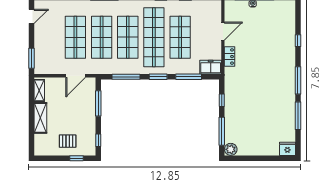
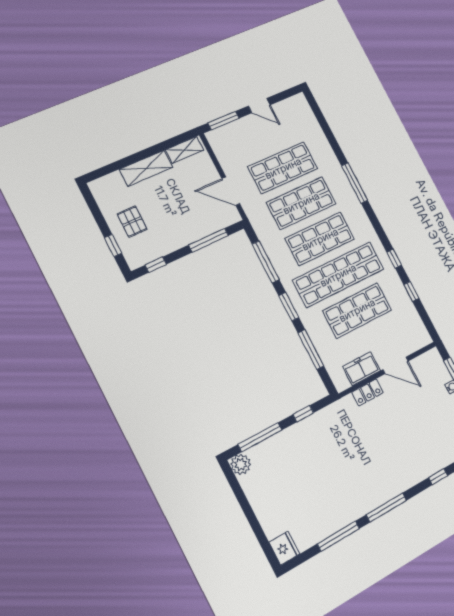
door: (32, 16) -> (259, 106), moved
freezer: (211, 67) -> (361, 369), moved, turned -90

